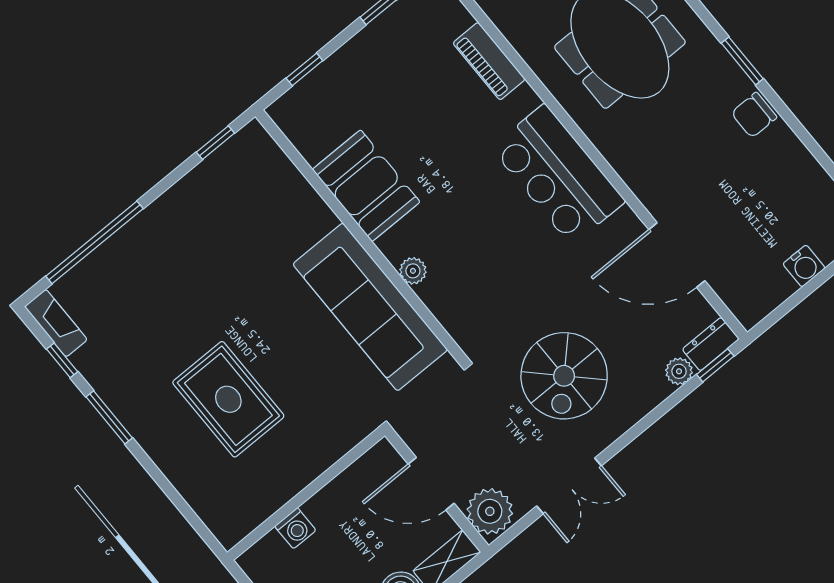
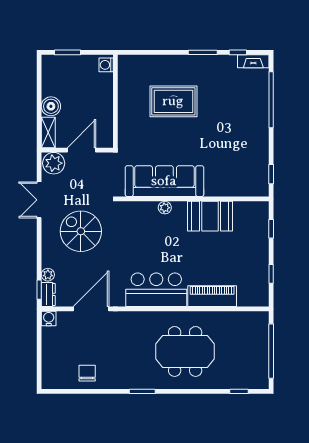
piano: (489, 61) -> (212, 296), width x1.37, depth x1.33
chair: (754, 115) -> (87, 373), moved
water cooler: (804, 266) -> (49, 318), moved, turned 90
washing machine: (295, 528) -> (106, 65), moved

